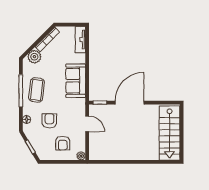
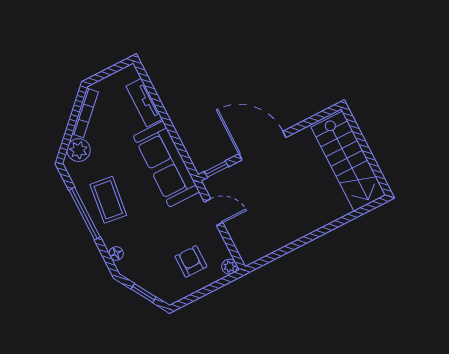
tv unit: (80, 40) -> (144, 103), moved
sofa: (76, 81) -> (166, 164), width x1.36
door: (130, 103) -> (262, 146), hinge flipped
armchair: (49, 121) -> (153, 237), removed
armchair: (63, 143) -> (191, 261), turned 180

